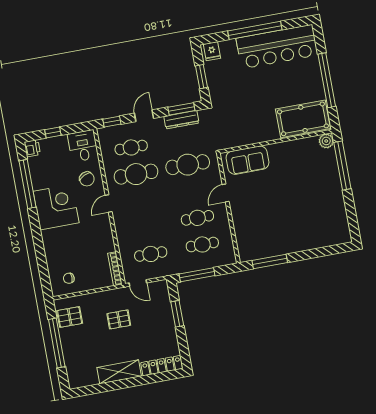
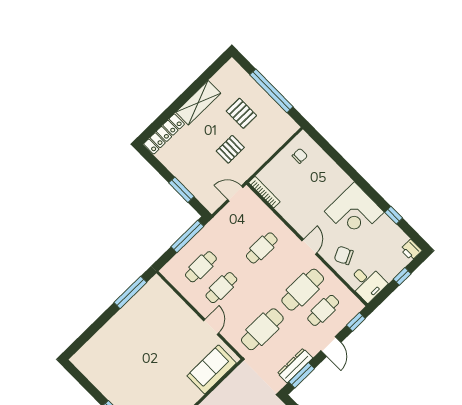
window: (28, 184) -> (394, 215), width x0.32
cafe table: (151, 254) -> (262, 248), moved
pallet: (70, 317) -> (241, 113), moved, turned 90

